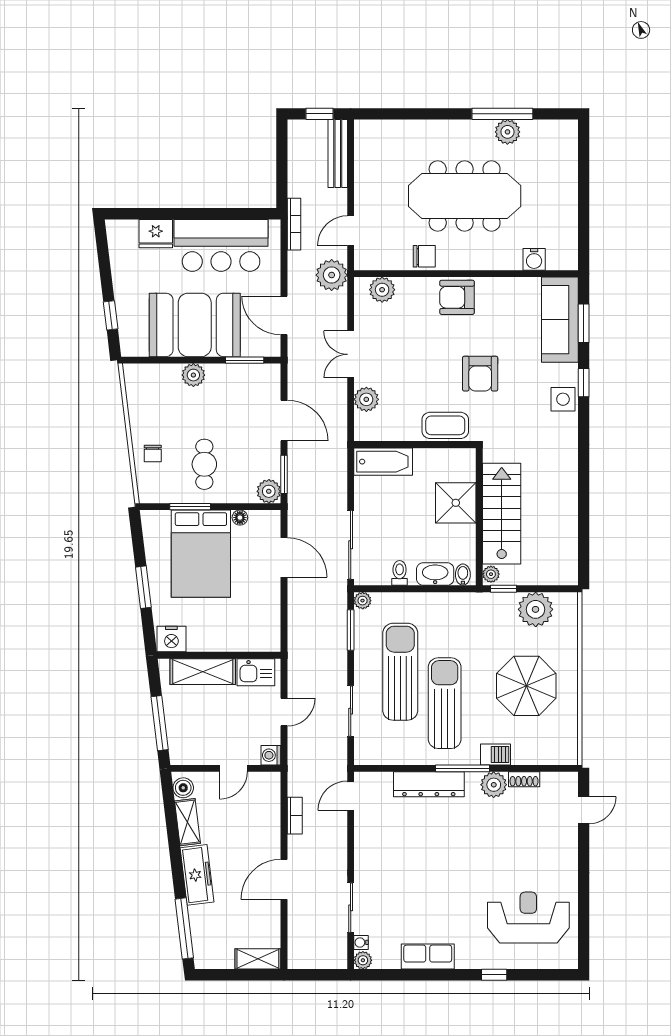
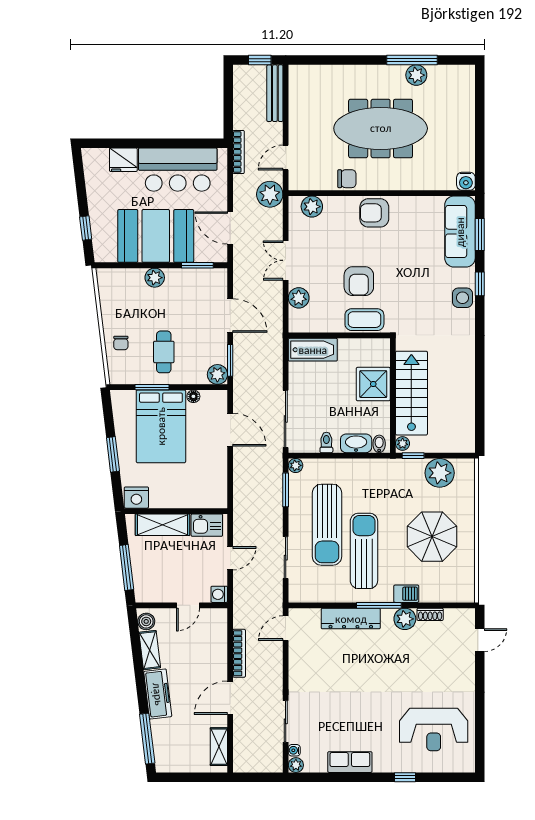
water cooler: (534, 259) -> (466, 181), moved
armchair: (480, 374) -> (359, 281), moved
sun lounger: (400, 672) -> (327, 525), turned 180
bookcase: (295, 816) -> (239, 653), width x1.56
reception desk: (528, 918) -> (434, 730), turned 180
shelving: (258, 959) -> (219, 747), moved, turned 90

